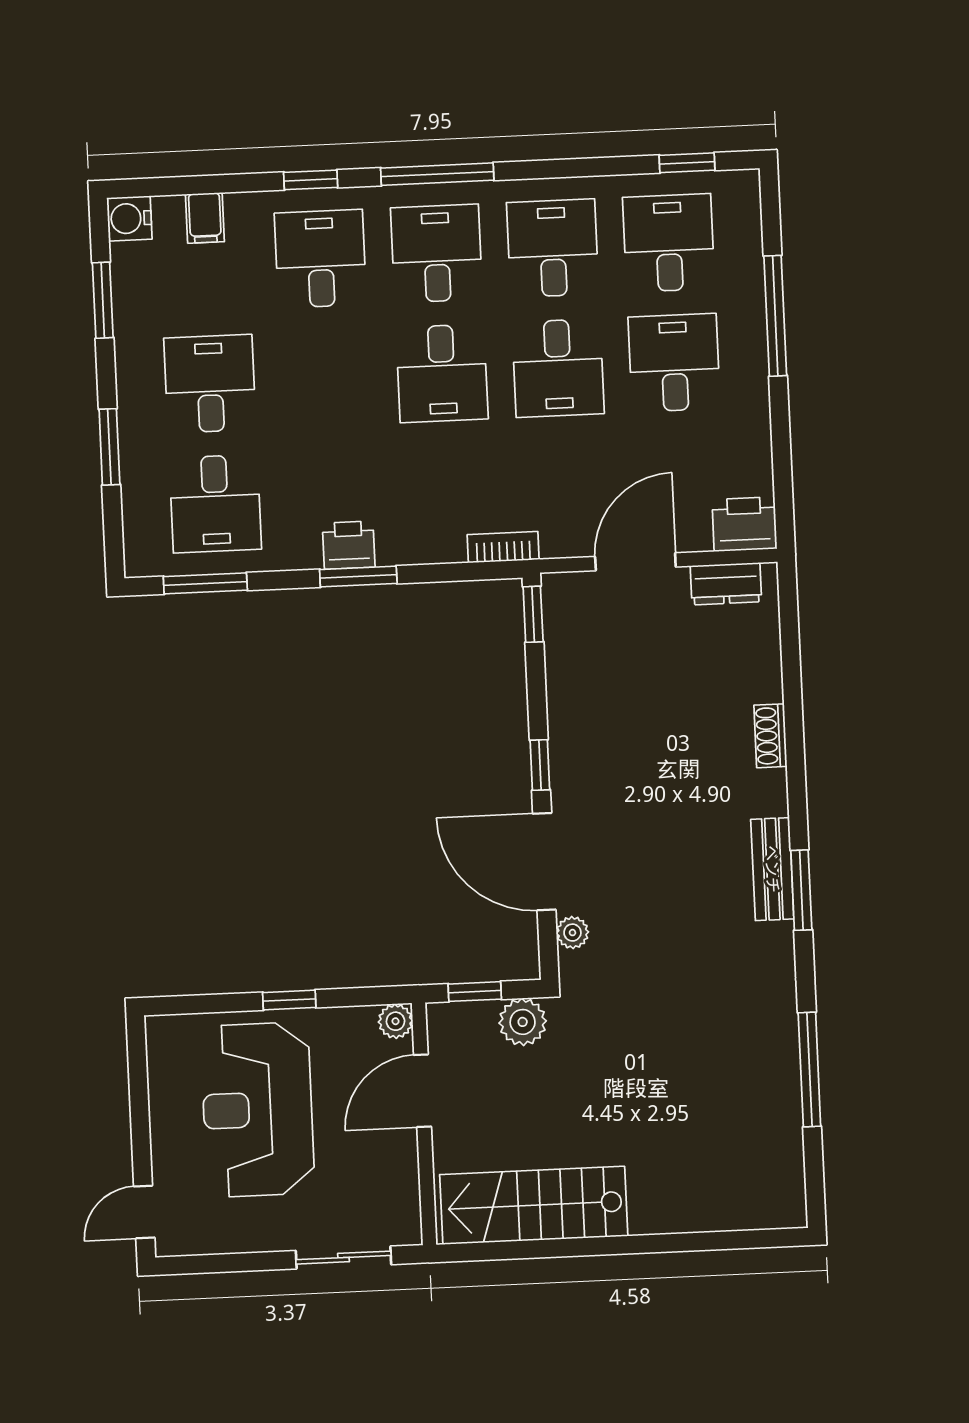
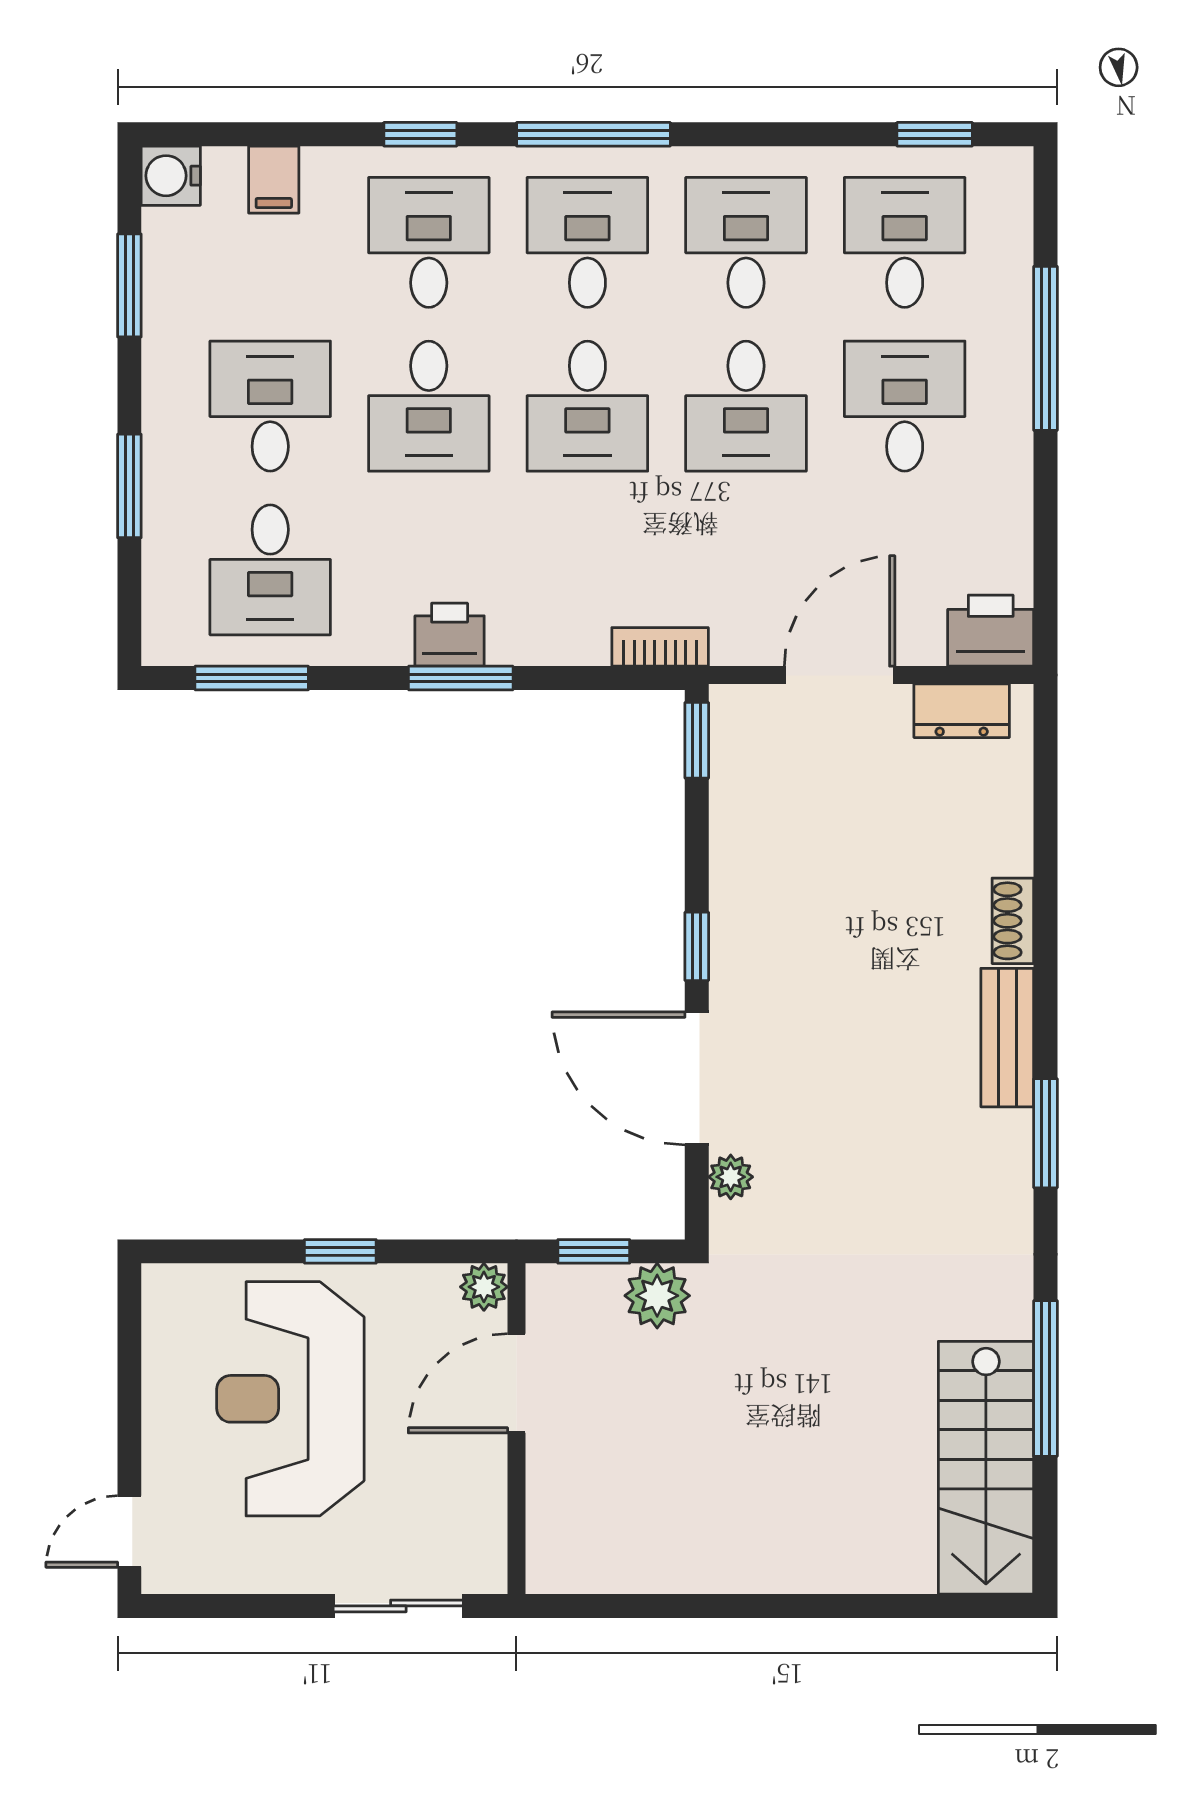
desk: (326, 379) -> (429, 406), added
bench: (772, 869) -> (1007, 1038), moved
stairs: (534, 1205) -> (986, 1468), moved, turned -90

